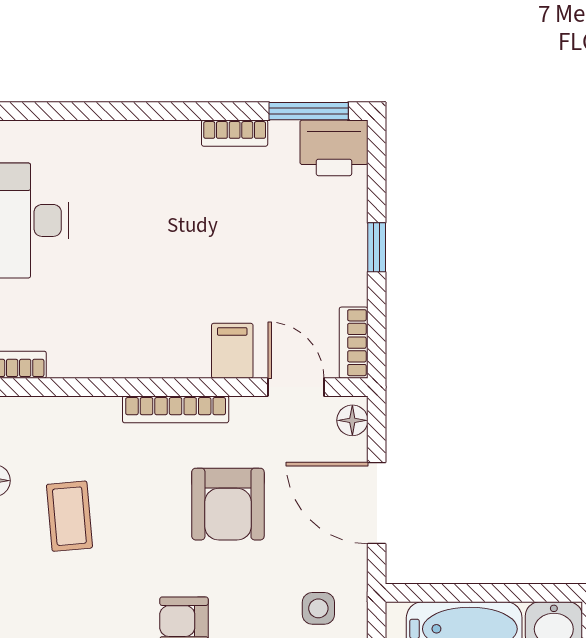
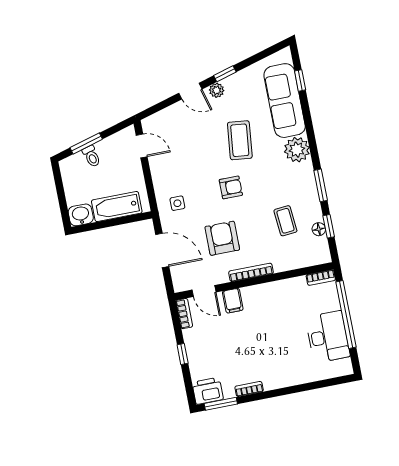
floor lamp: (352, 420) -> (179, 282), removed

